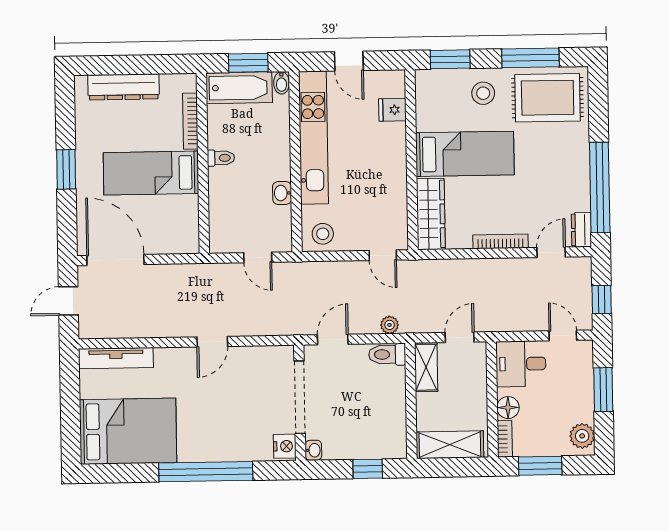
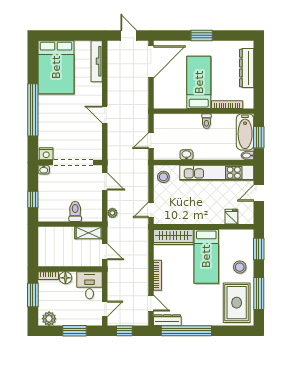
dresser: (581, 230) -> (167, 320), width x1.44
toilet: (387, 354) -> (75, 211), moved
shelving: (450, 445) -> (45, 245), removed

